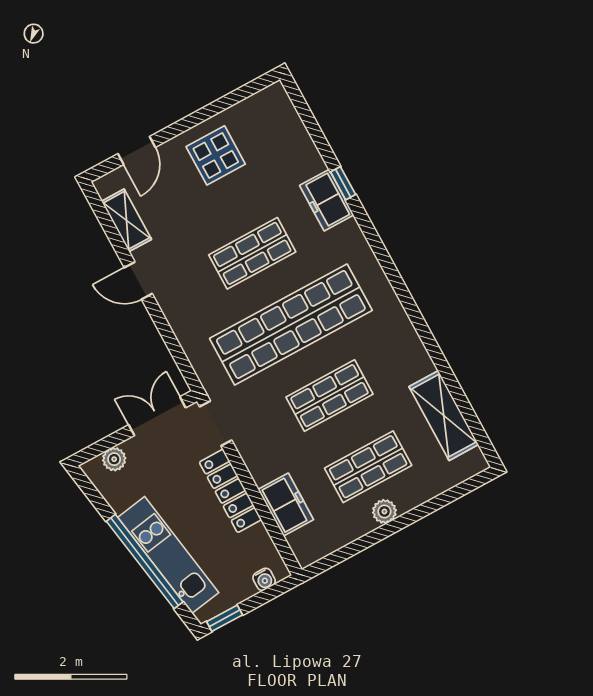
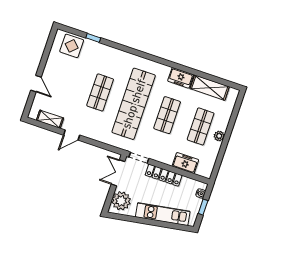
door: (137, 150) -> (36, 84), moved
display table: (216, 155) -> (72, 46), moved
window: (343, 183) -> (93, 38), moved
freezer: (327, 200) -> (181, 78), moved
plant: (114, 459) -> (121, 201), width x1.88, depth x1.88
window: (145, 562) -> (157, 223), removed
window: (225, 618) -> (203, 207), moved

